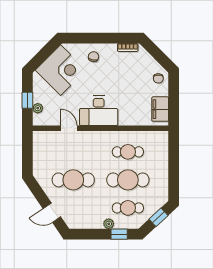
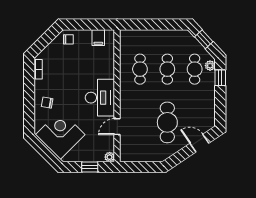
plant: (38, 108) -> (110, 157), moved
filing cabinet: (160, 109) -> (98, 38), width x0.50
cafe table: (128, 180) -> (167, 69), width x0.73, depth x0.74
door: (52, 213) -> (199, 143), swing flipped
plant: (109, 224) -> (210, 66), moved

